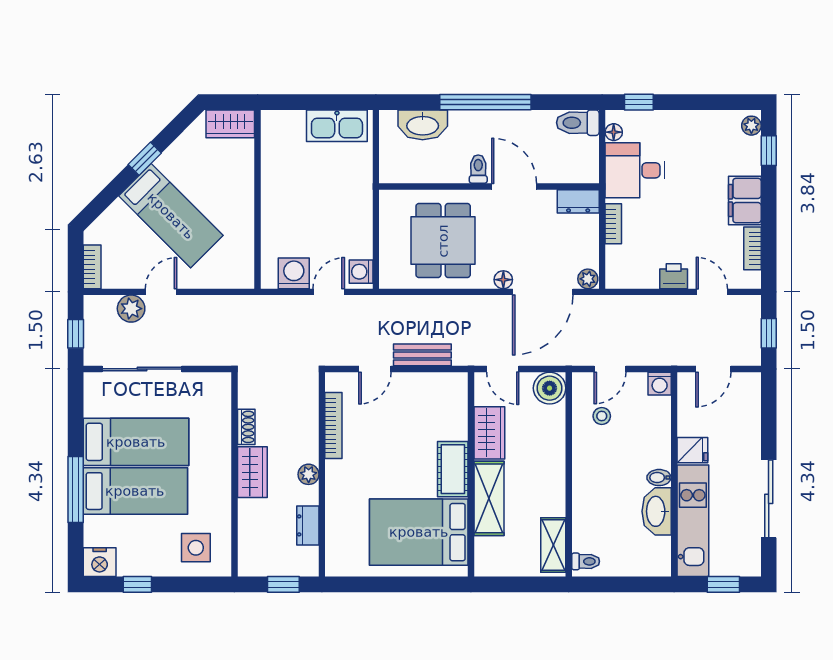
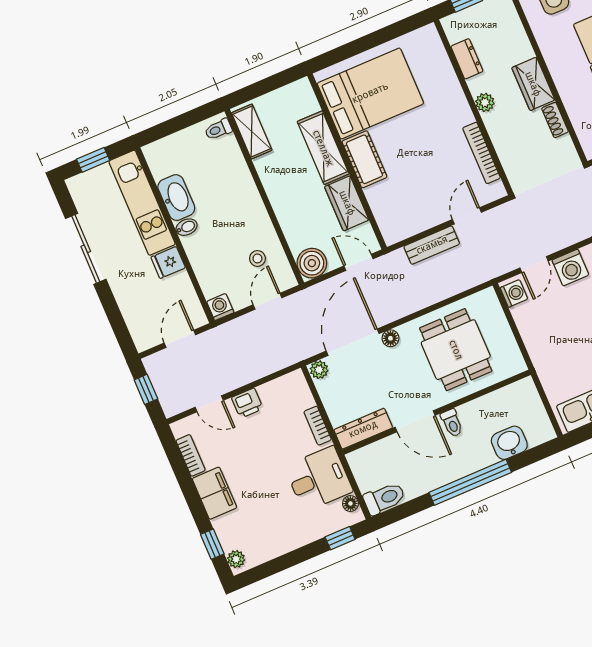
washbasin: (423, 125) -> (509, 443), width x0.72
dresser: (578, 201) -> (363, 429), width x1.44

